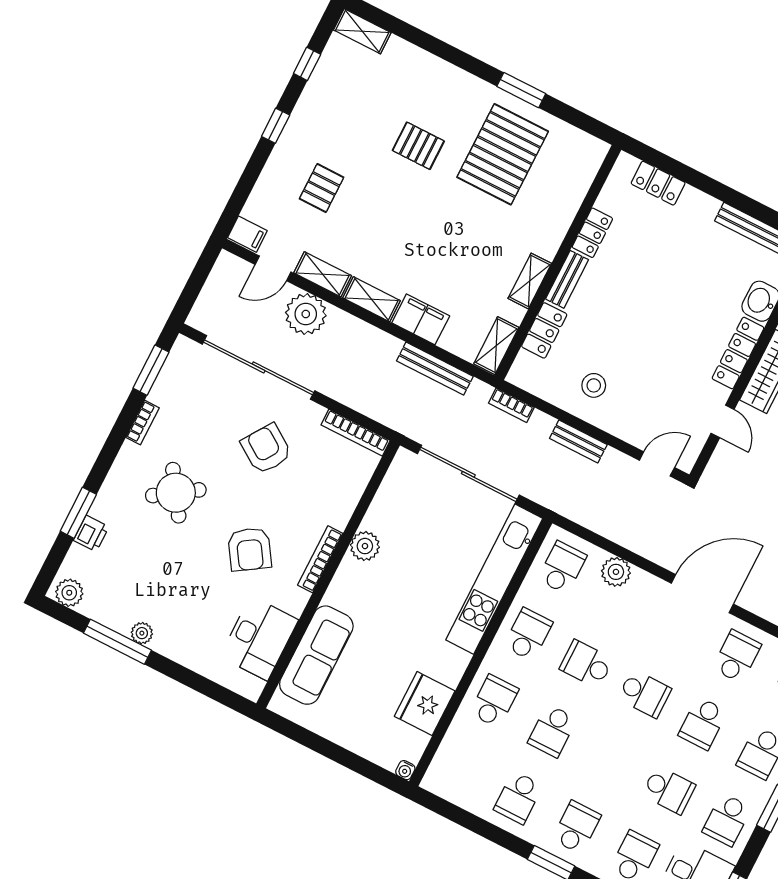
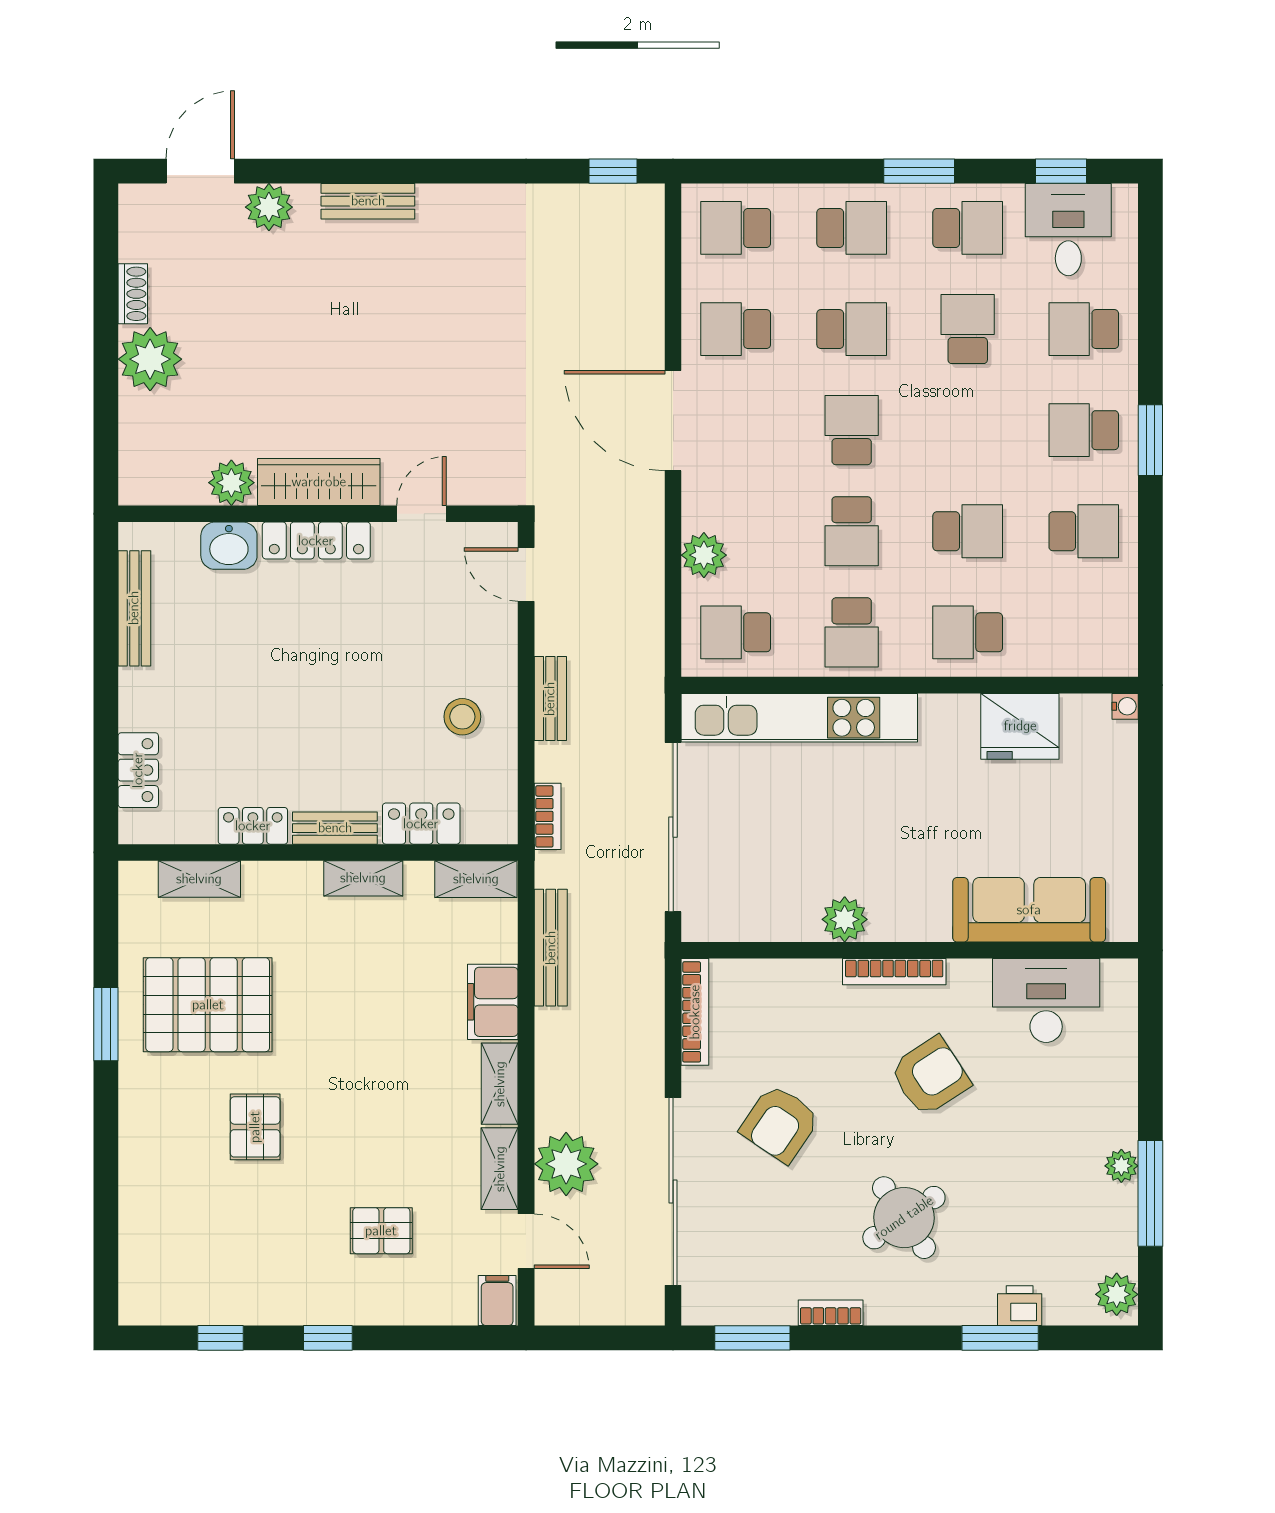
shelving: (362, 31) -> (199, 879), moved, turned 90
school desk: (528, 634) -> (852, 632), turned -90

